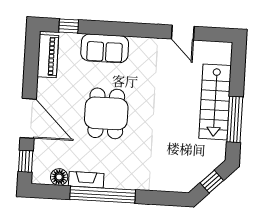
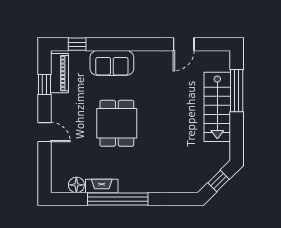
door: (183, 33) -> (184, 44), hinge flipped
door: (28, 118) -> (44, 132), width x0.53
window: (235, 119) -> (237, 91), moved
window: (26, 161) -> (44, 84), moved

